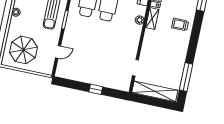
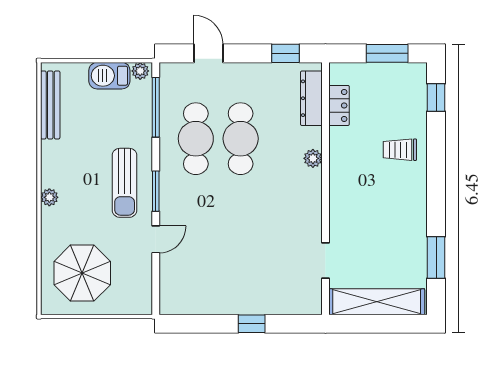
shelving: (152, 19) -> (339, 150), removed
door: (58, 52) -> (156, 239), moved
window: (186, 77) -> (436, 257), width x0.69

